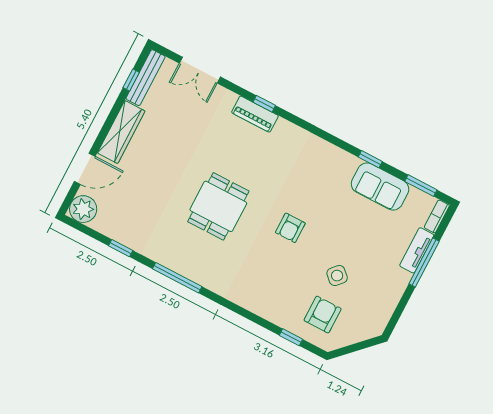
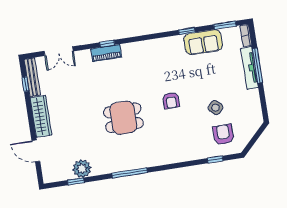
door: (85, 169) -> (36, 151), swing flipped
dining table: (218, 206) -> (123, 118), turned 90
plant: (83, 209) -> (82, 169), moved
window: (121, 248) -> (76, 181), moved
tv unit: (417, 250) -> (250, 68), width x1.41

